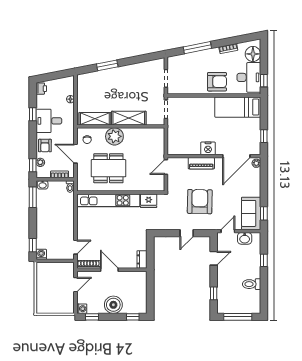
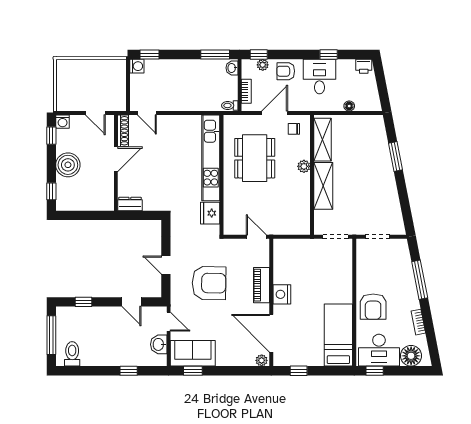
plant: (114, 136) -> (304, 166), width x0.53, depth x0.53
toilet: (252, 284) -> (72, 354), moved

